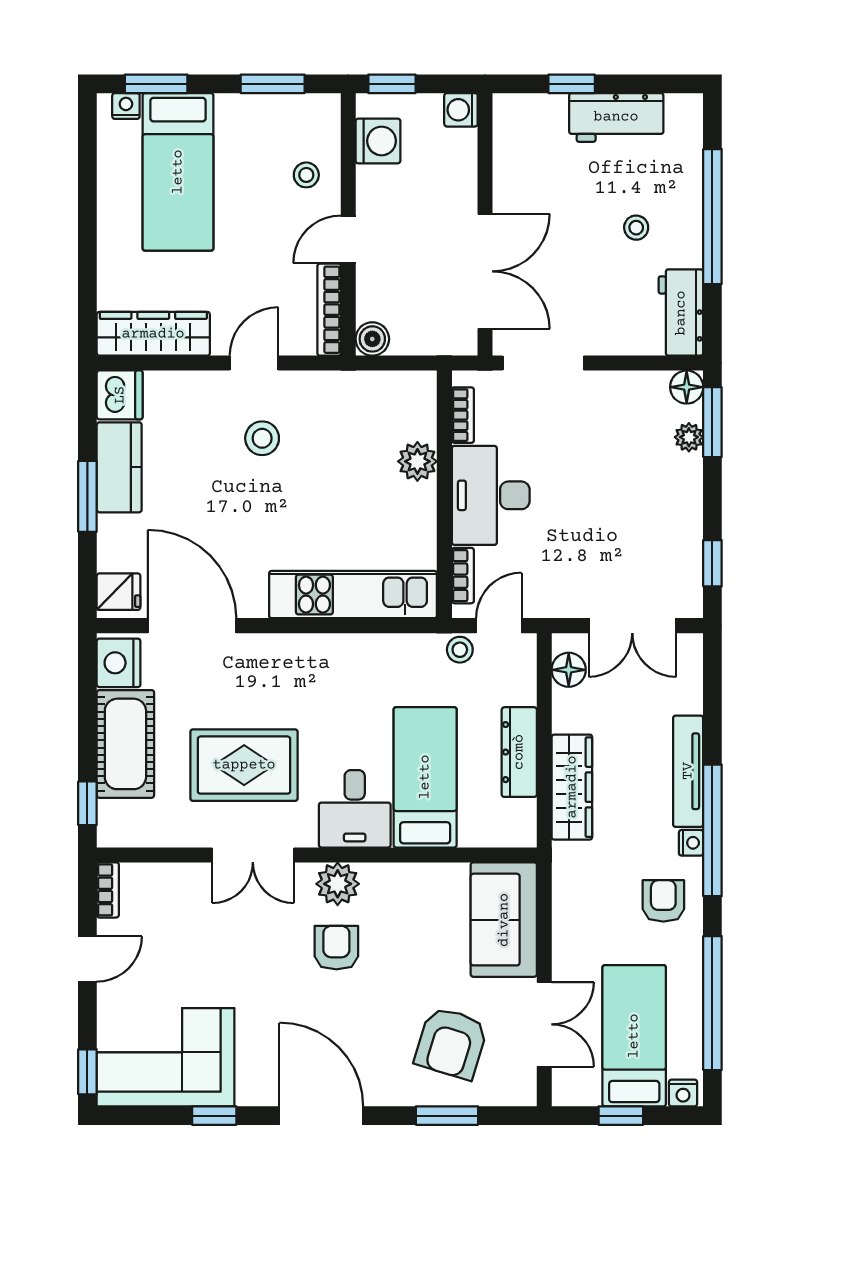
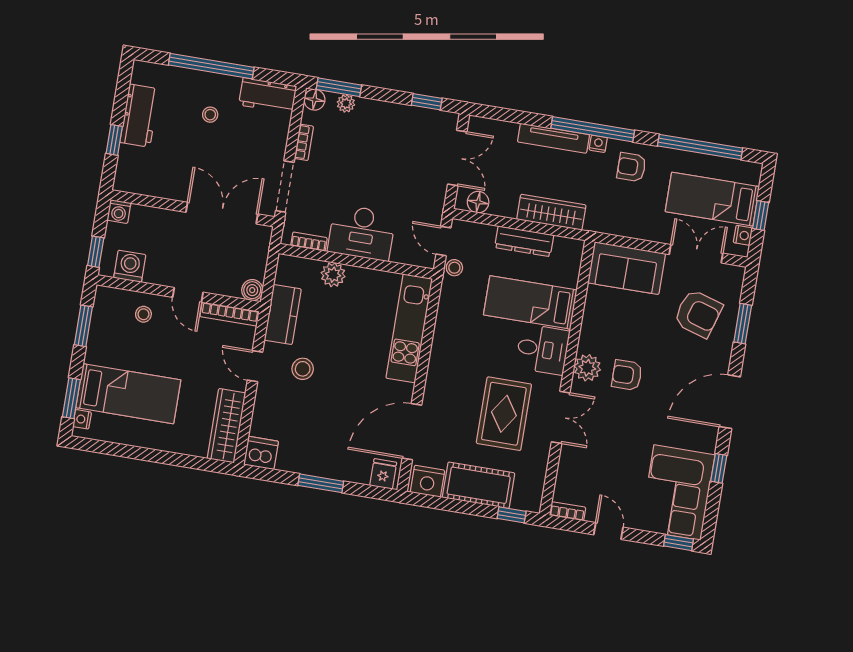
kitchen counter: (119, 467) -> (283, 315), moved, turned 90
bookcase: (463, 576) -> (304, 142), moved, turned 90
nightstand: (683, 1093) -> (743, 235), moved

